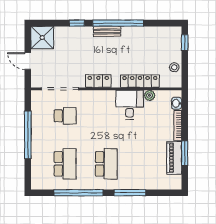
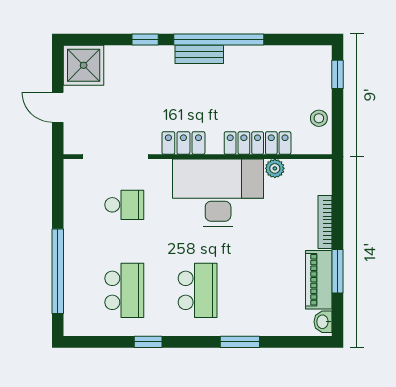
washbasin: (177, 103) -> (323, 322), moved
desk: (130, 105) -> (218, 193), width x1.87, depth x1.30
window: (28, 135) -> (58, 271), moved
window: (78, 193) -> (148, 342), width x0.32
window: (130, 193) -> (240, 342), width x0.69

